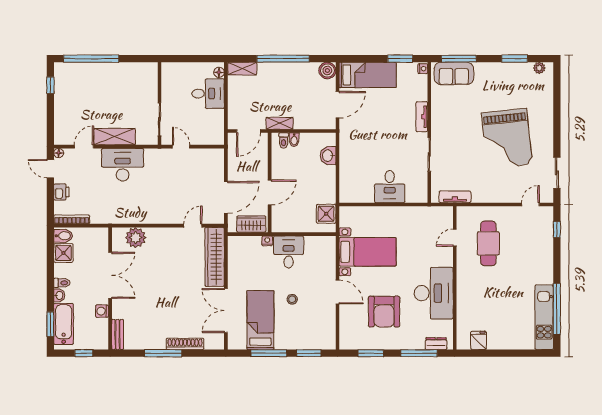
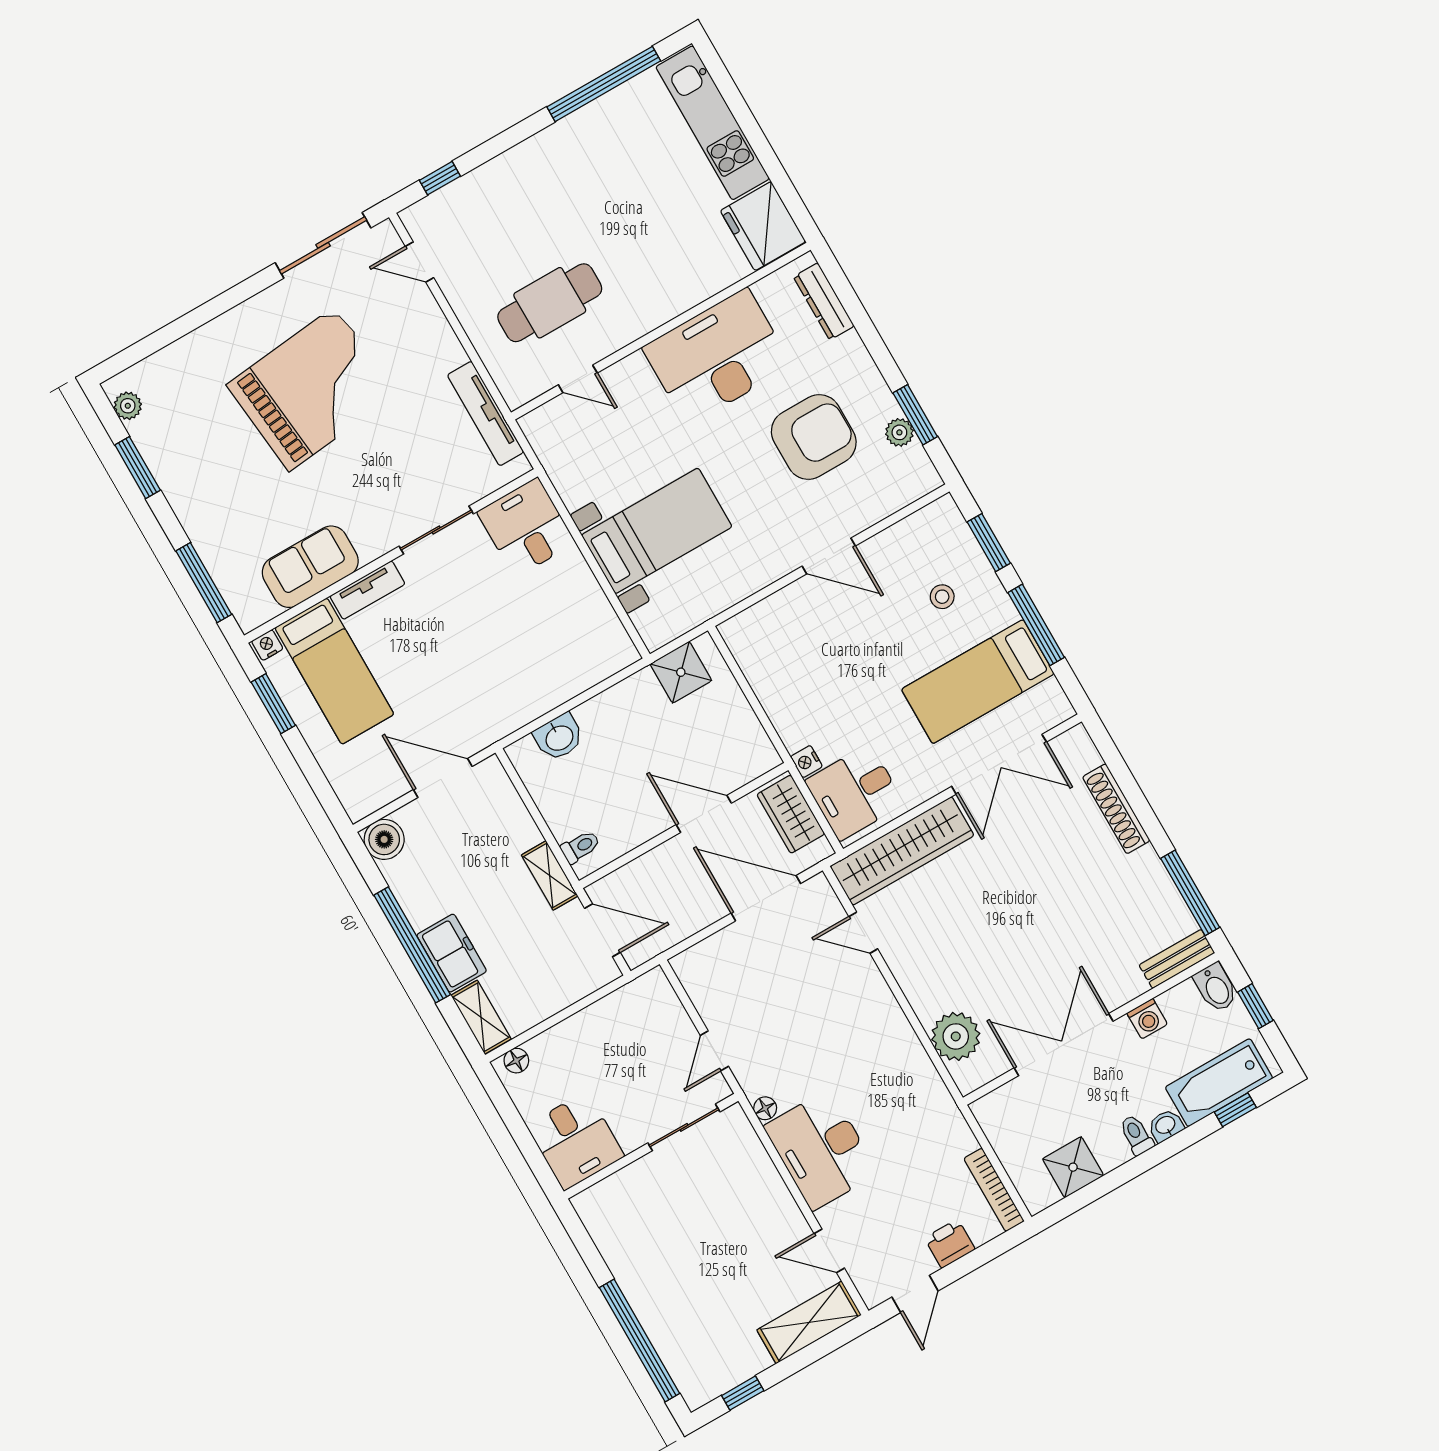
freezer: (272, 71) -> (452, 953), added
sofa: (454, 73) -> (310, 567), moved, turned -90
bed: (368, 75) -> (334, 671), moved, turned 180
desk: (208, 94) -> (575, 1141), moved, turned 180
shelving: (115, 137) -> (809, 1322), moved, turned 90
bidet: (294, 140) -> (566, 826), removed
floor lamp: (59, 153) -> (765, 1108), moved
sliding door: (557, 173) -> (323, 245), width x1.37
desk: (390, 187) -> (526, 527), moved, turned -90
tv unit: (455, 197) -> (486, 414), width x1.41
bidet: (63, 236) -> (1216, 988), moved, turned 180
desk: (289, 252) -> (855, 792), moved
bed with nightstands: (368, 252) -> (657, 531), moved, turned 90
door: (337, 292) -> (829, 556), swing flipped
stool: (292, 299) -> (942, 597), moved
kitchen unit: (544, 317) -> (713, 123), moved, turned 90
window: (50, 324) -> (1235, 1110), width x0.67
fridge: (478, 340) -> (763, 226), width x1.88, depth x1.34
plant: (368, 344) -> (899, 432), added
dresser: (436, 344) -> (824, 301), width x1.44
window: (163, 353) -> (1190, 893), moved
window: (419, 353) -> (858, 315), removed

